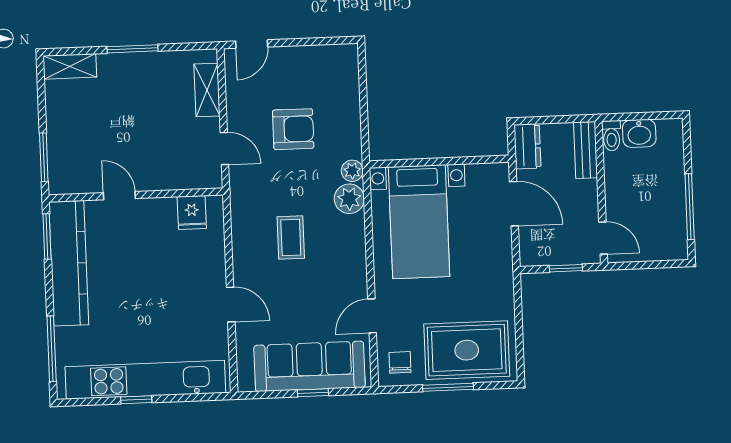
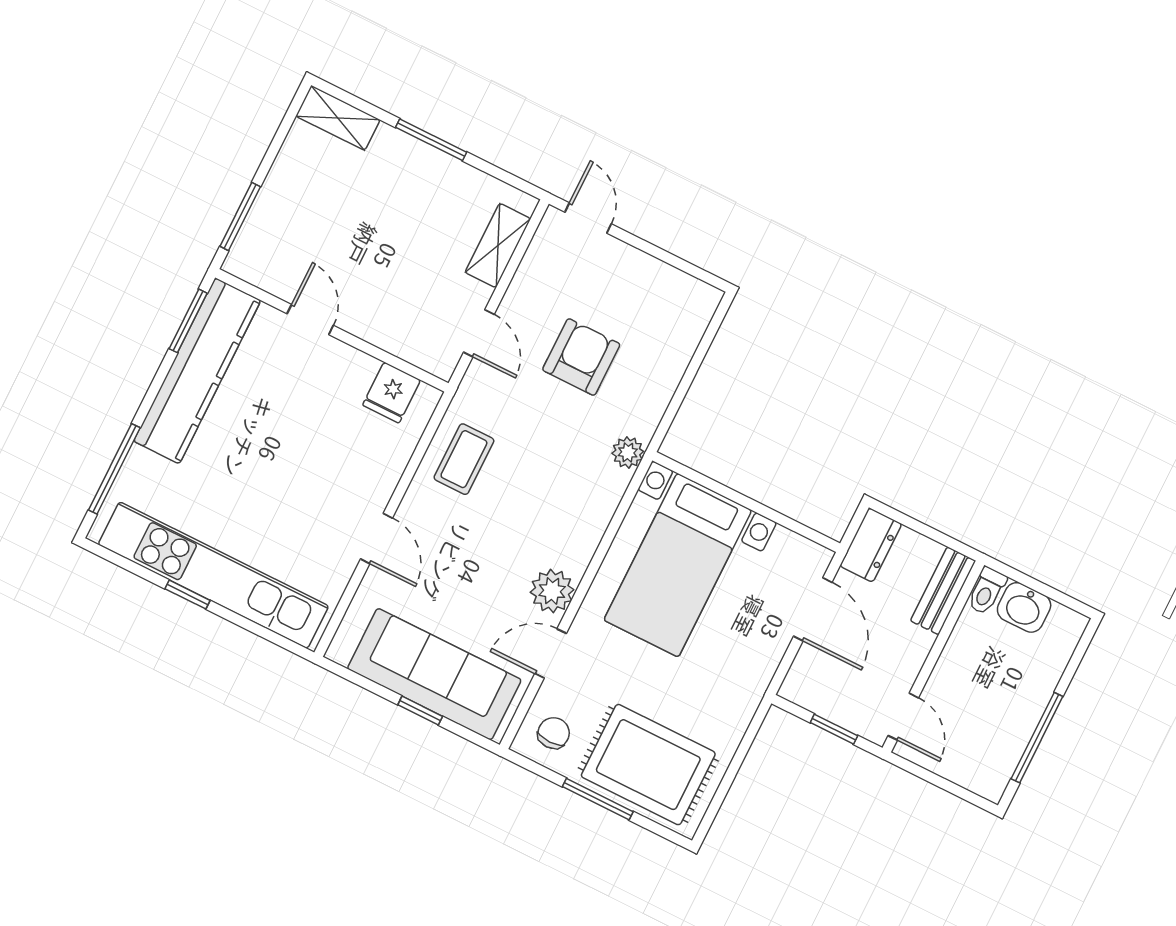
door: (252, 44) -> (588, 218), swing flipped
armchair: (293, 129) -> (581, 357), turned -90
plant: (349, 199) -> (552, 591), moved
coffee table: (291, 238) -> (464, 459), moved

